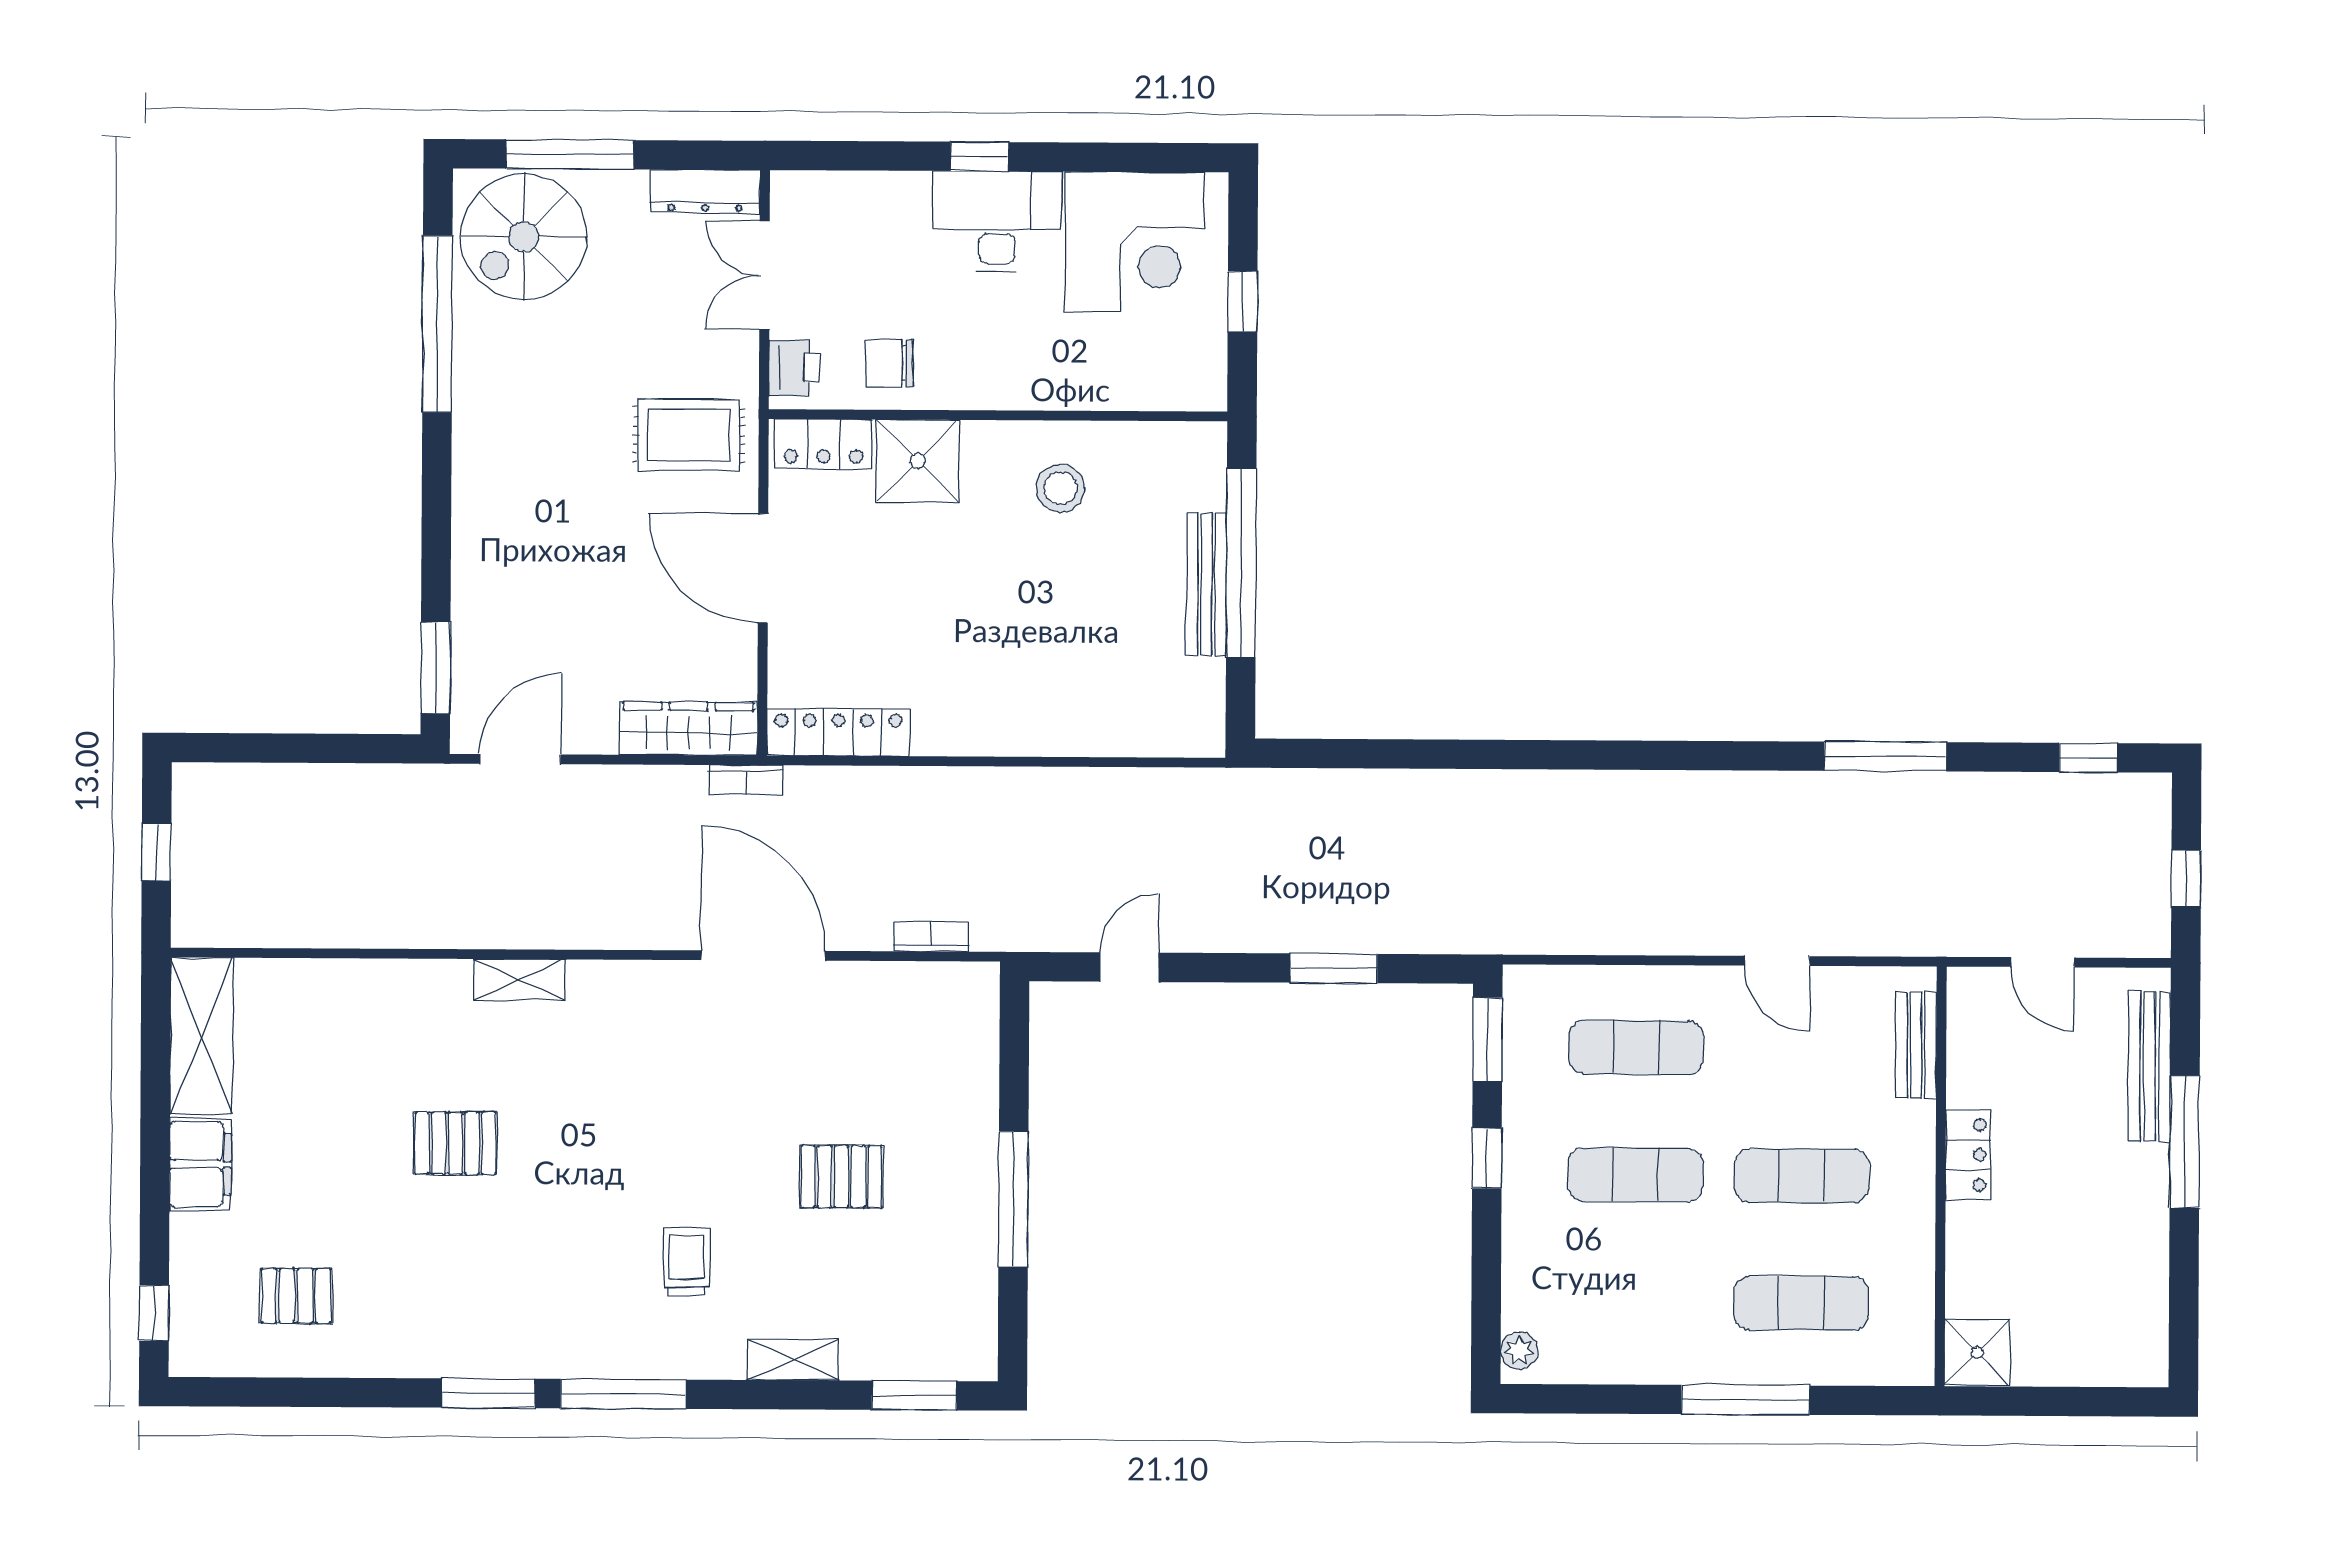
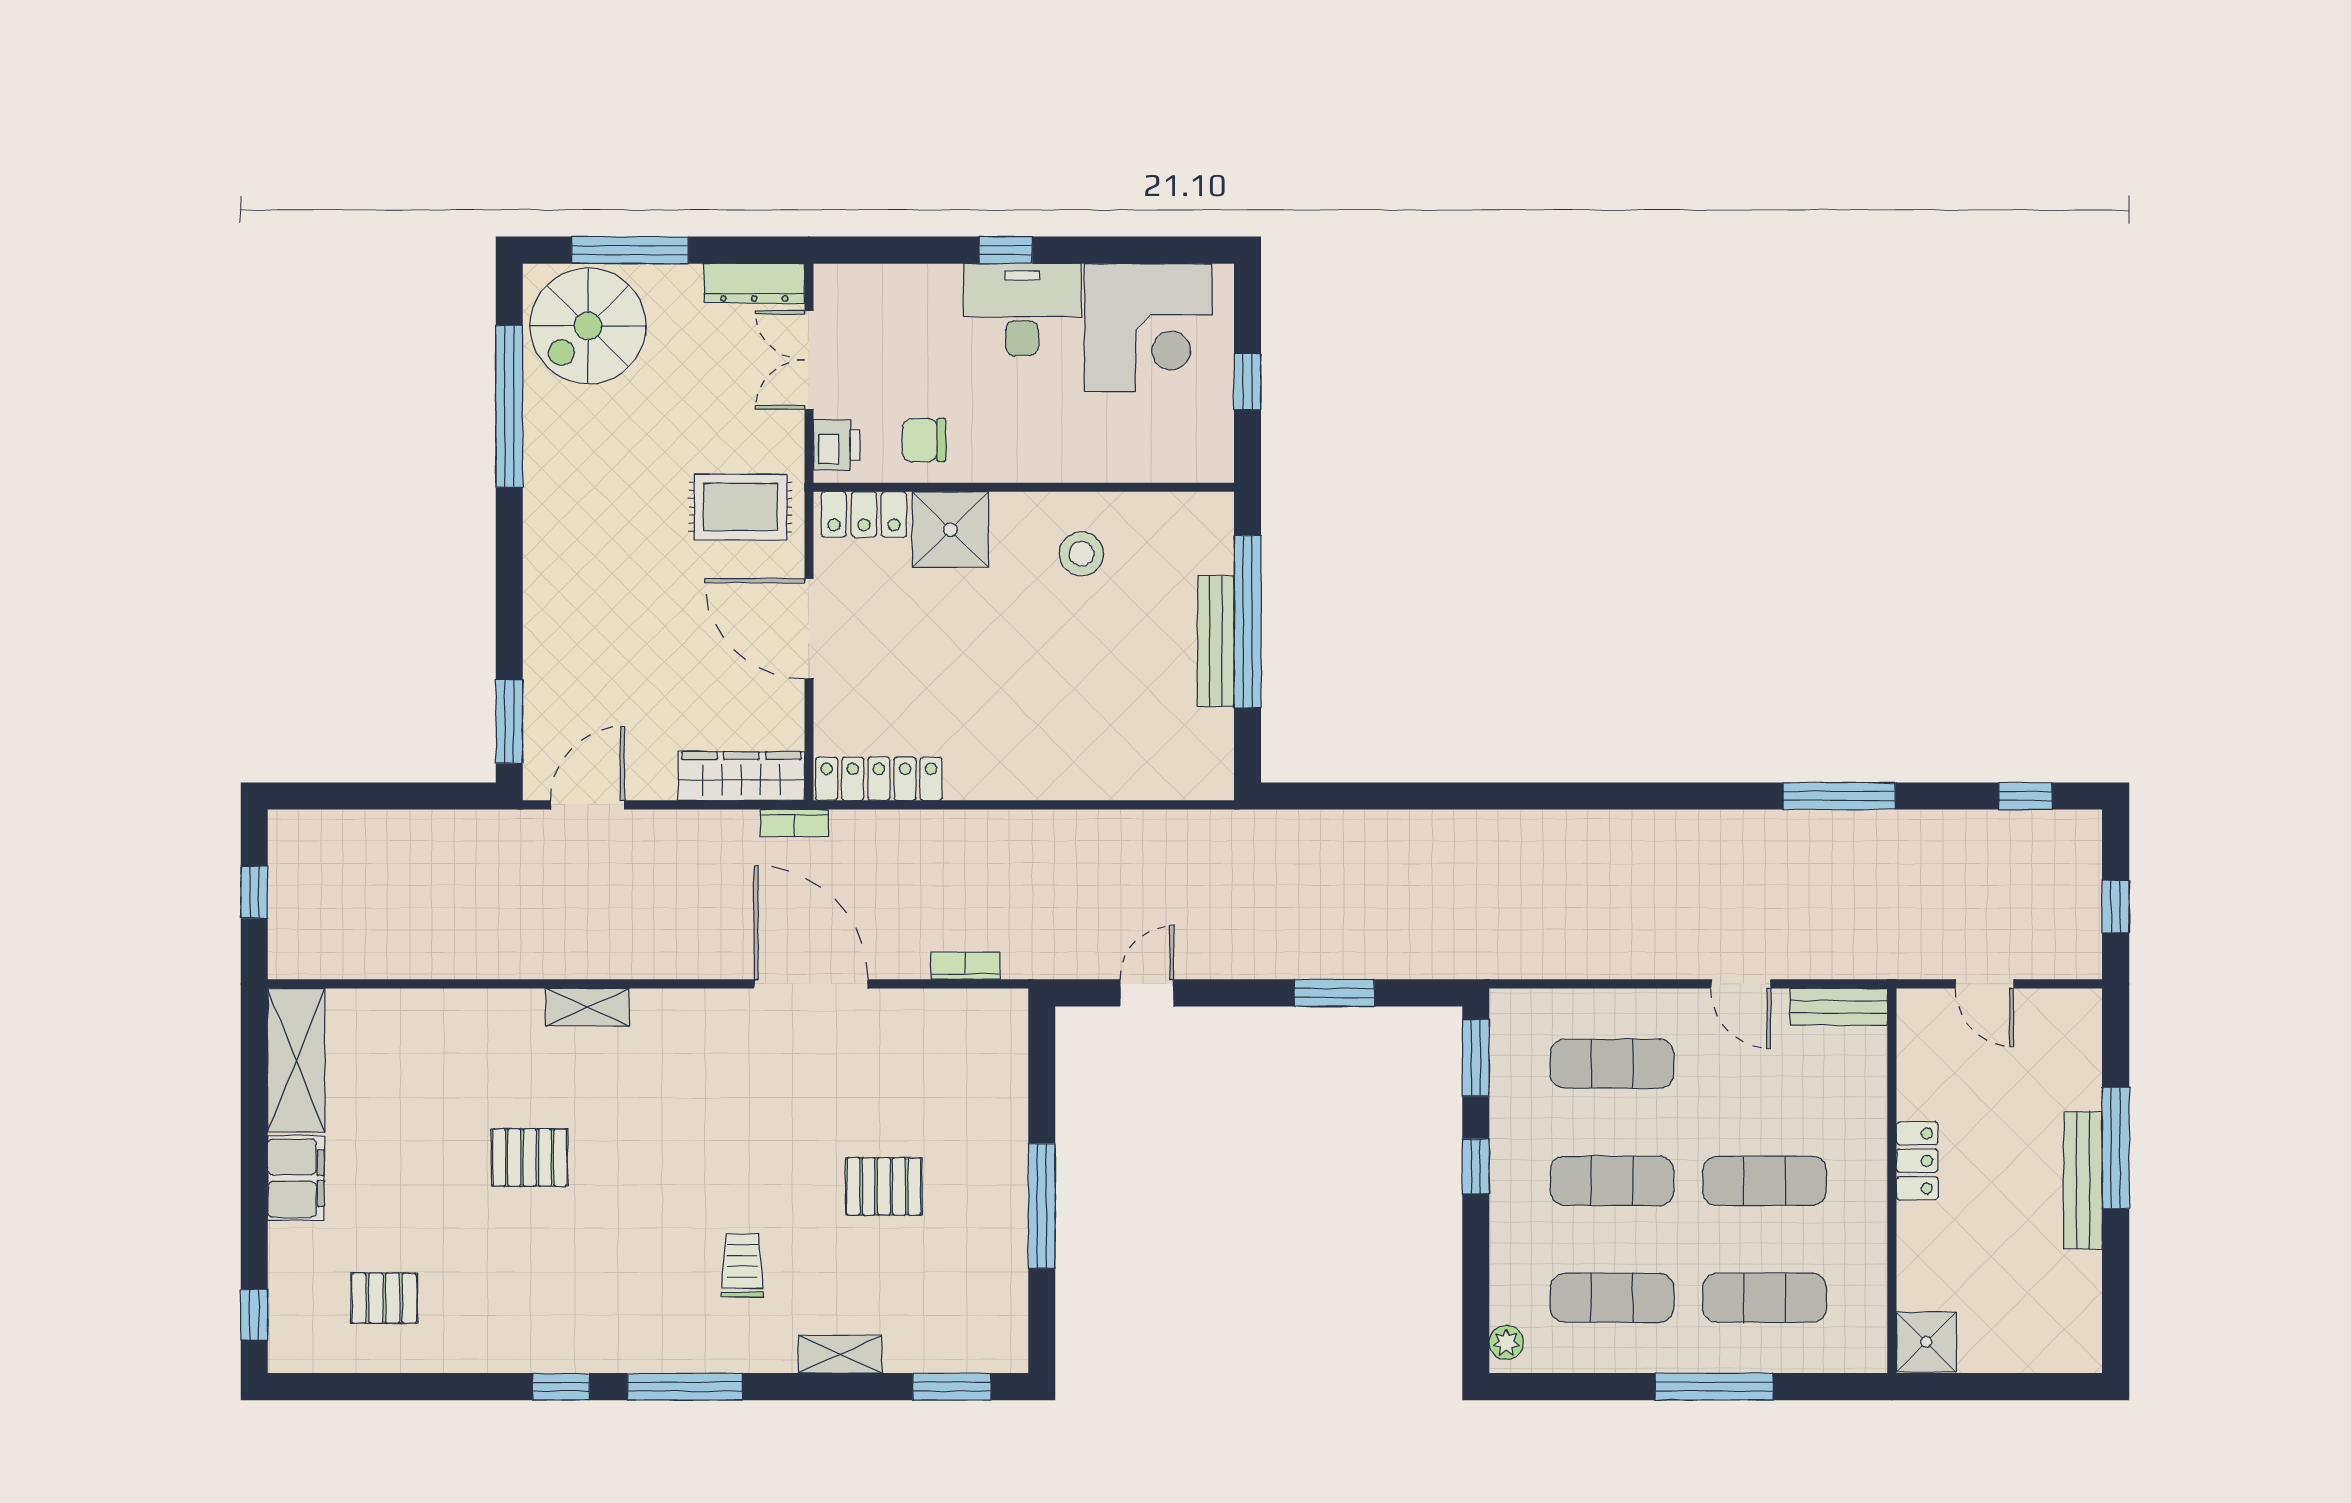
bench: (1916, 1045) -> (1839, 1007), moved, turned 90
bench: (2149, 1066) -> (2083, 1180), moved
exercise mat: (1635, 1302) -> (1612, 1298), added
window: (488, 1393) -> (561, 1387), width x0.67

